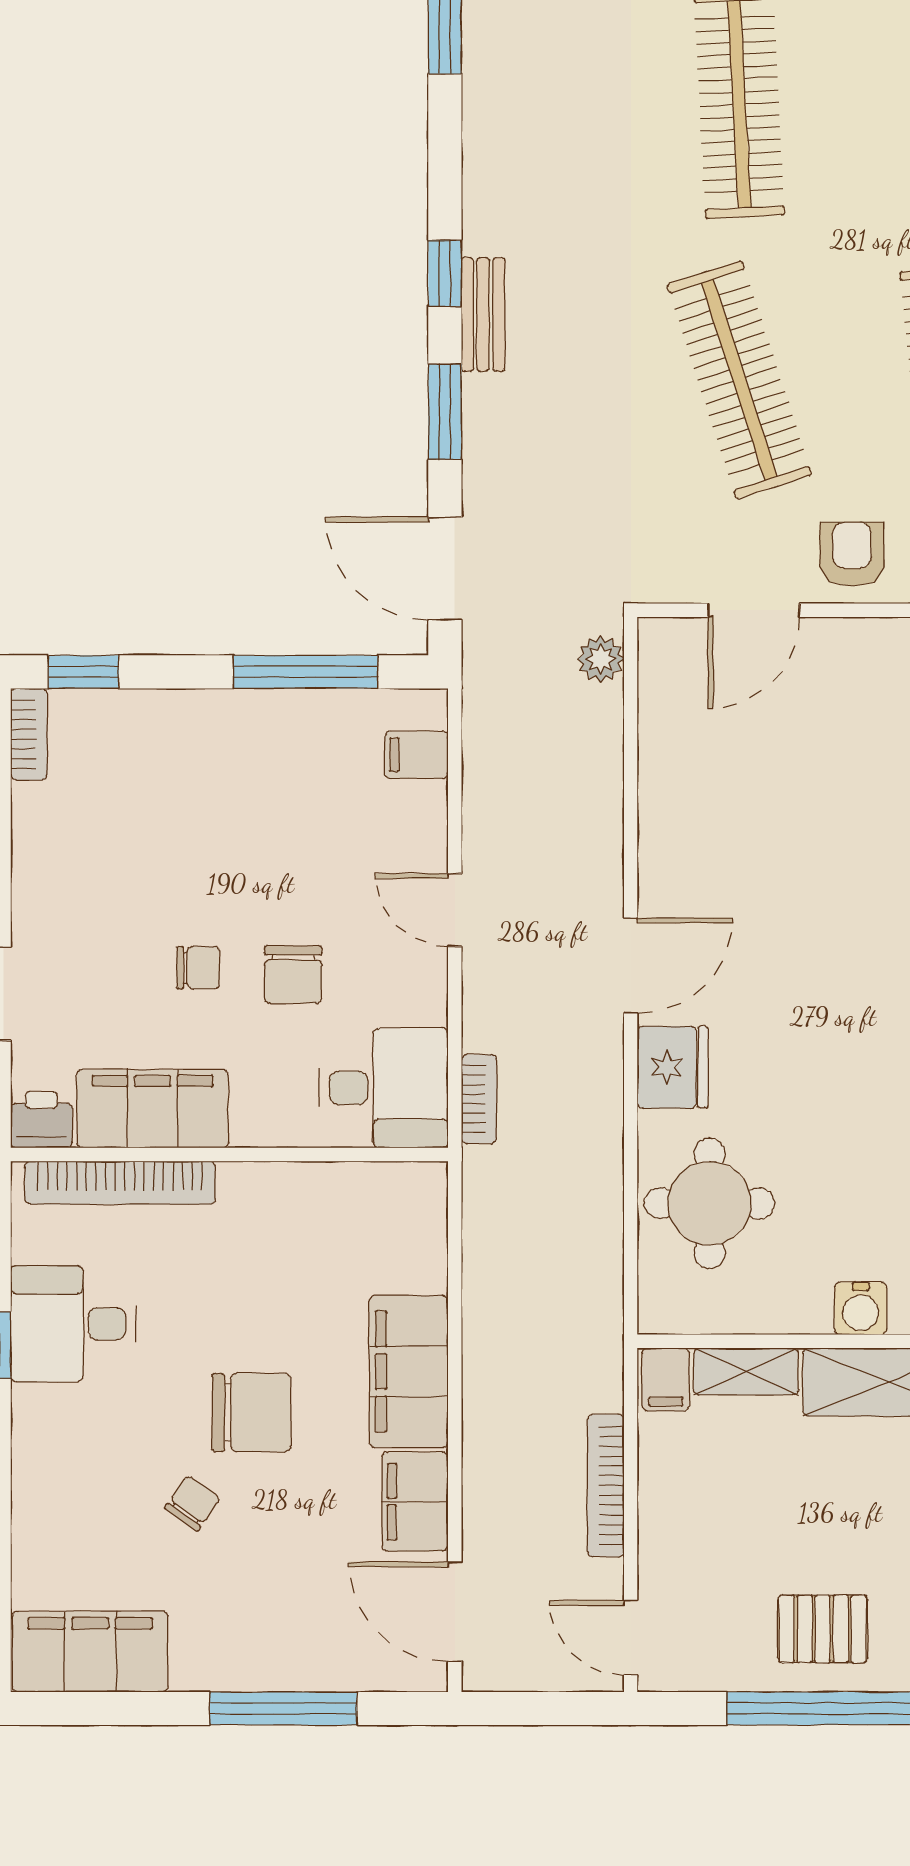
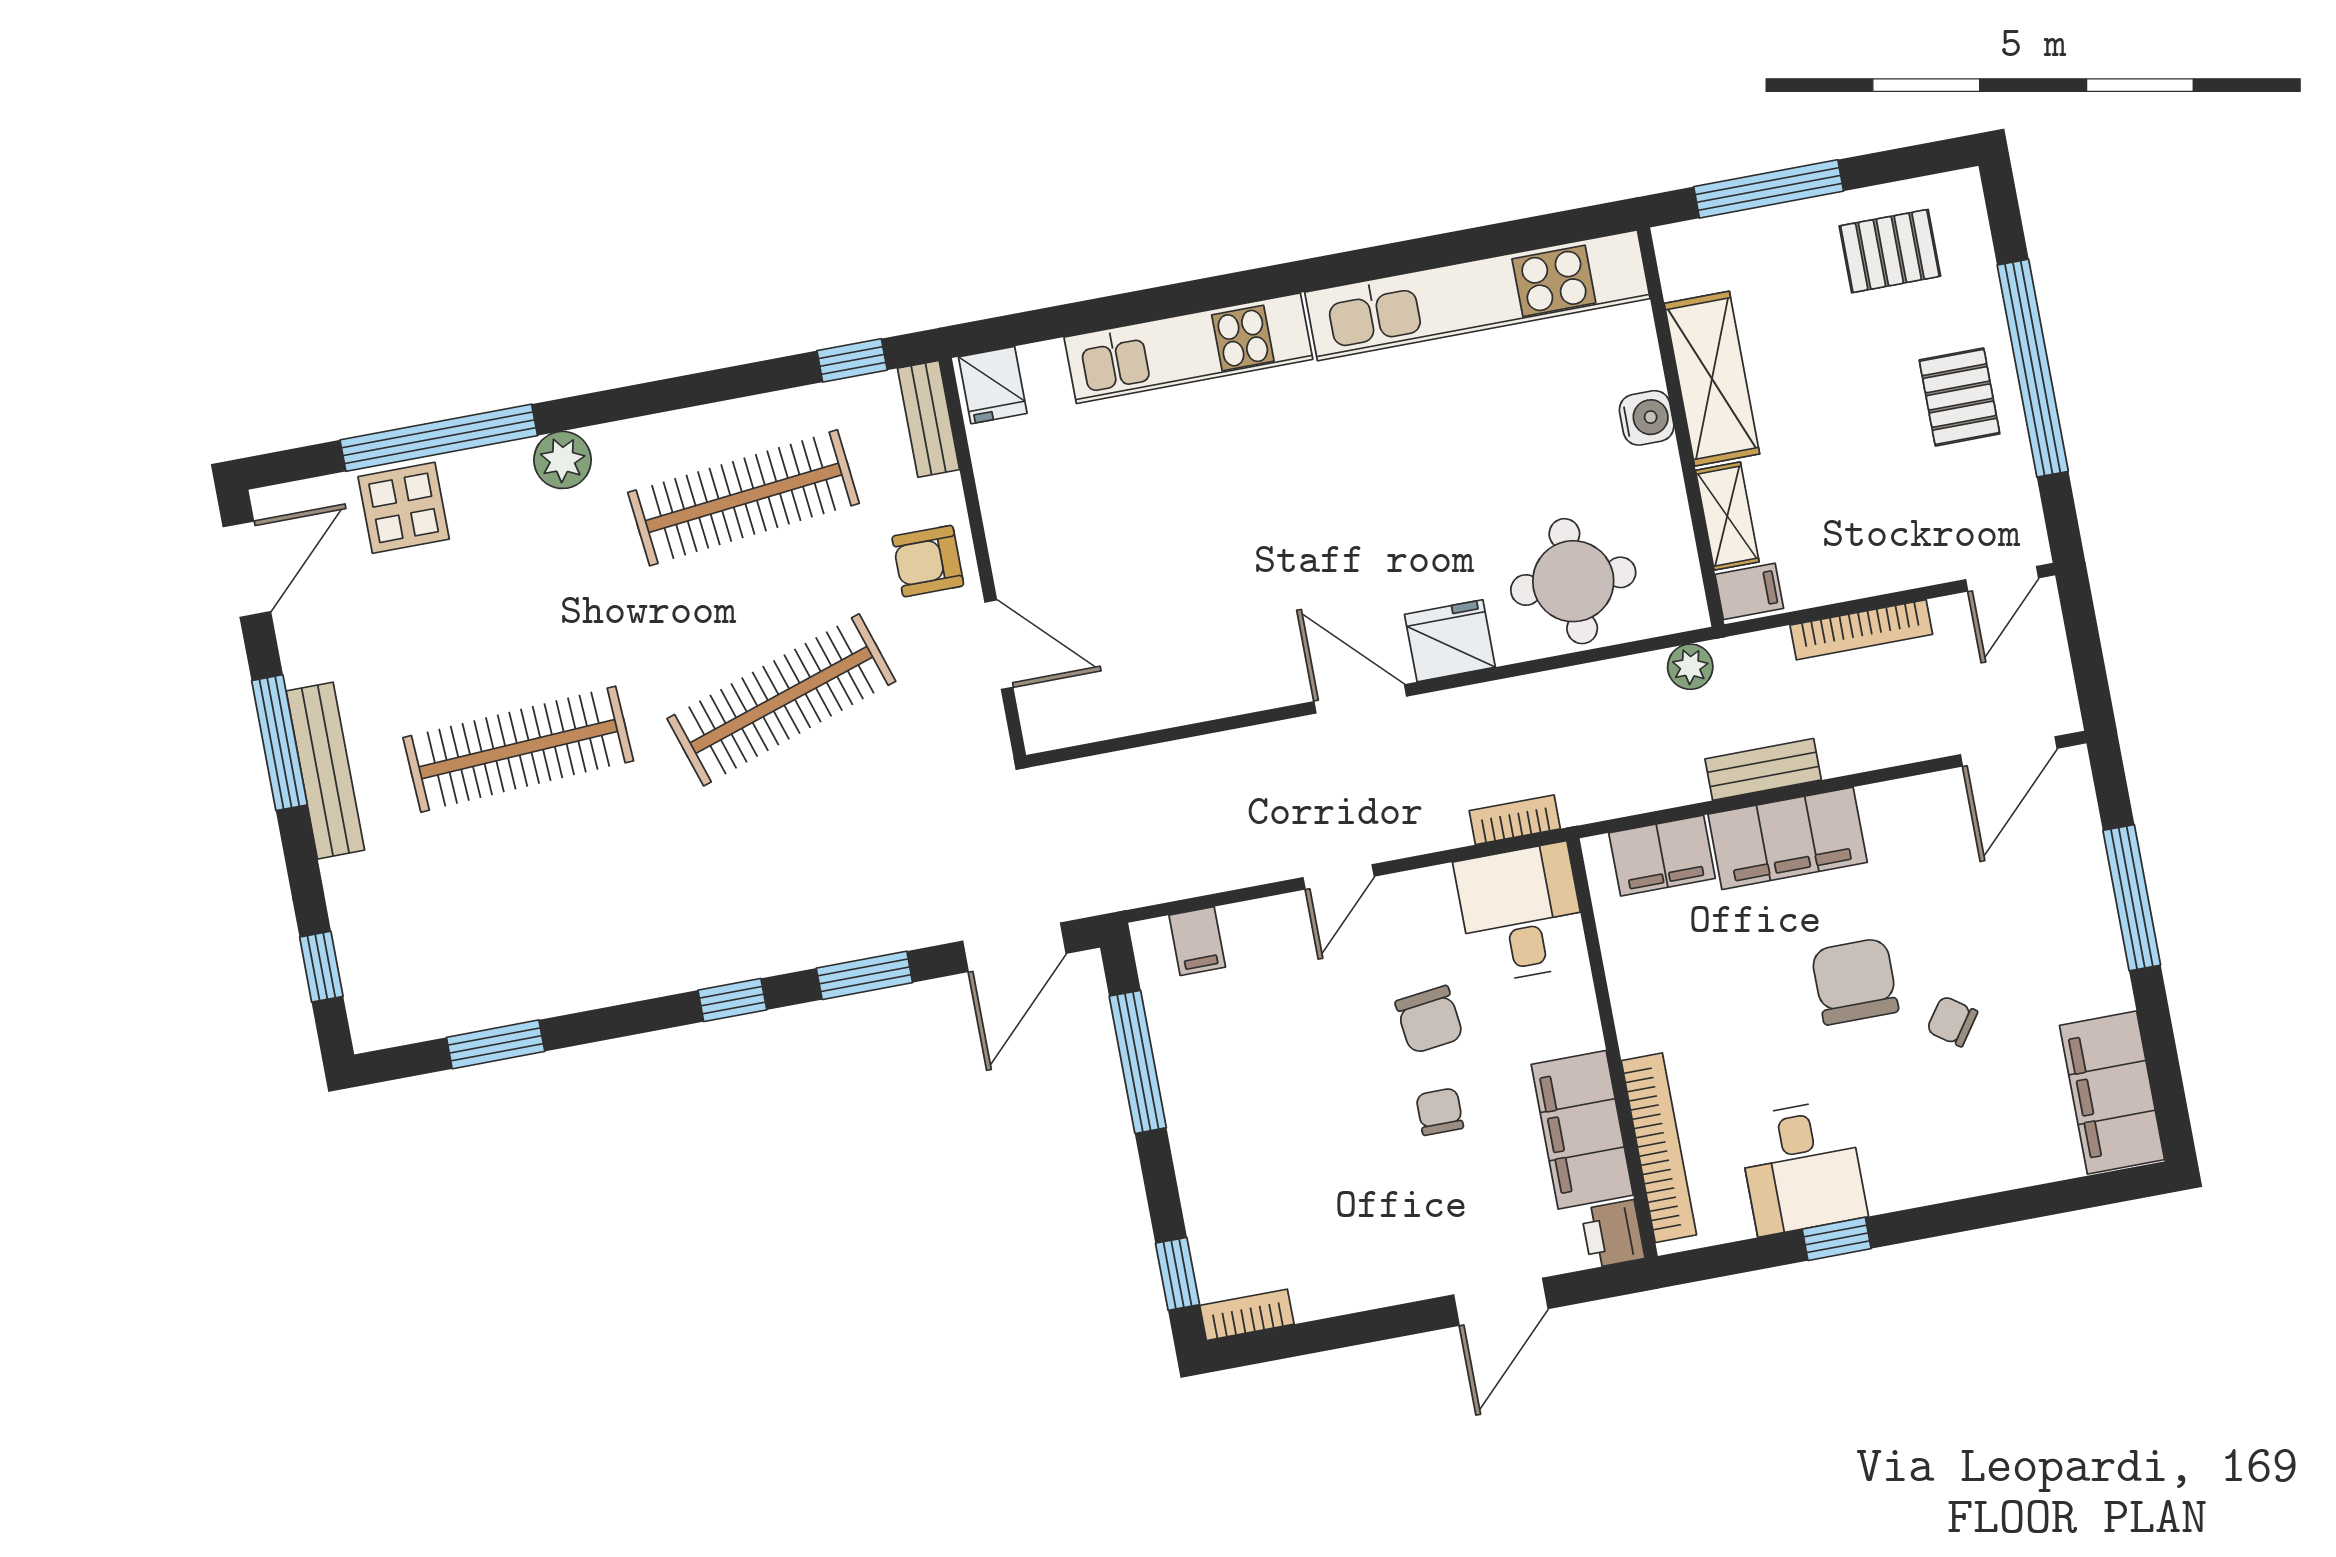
bench: (483, 314) -> (1763, 769), moved
plant: (601, 659) -> (1690, 667), moved
chair: (293, 975) -> (1429, 1020), turned 83
filing cabinet: (415, 1502) -> (1662, 856), moved

